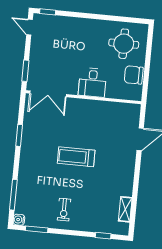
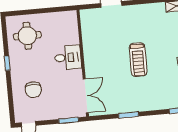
window: (48, 12) -> (7, 63), moved
chair: (134, 75) -> (33, 90), moved

